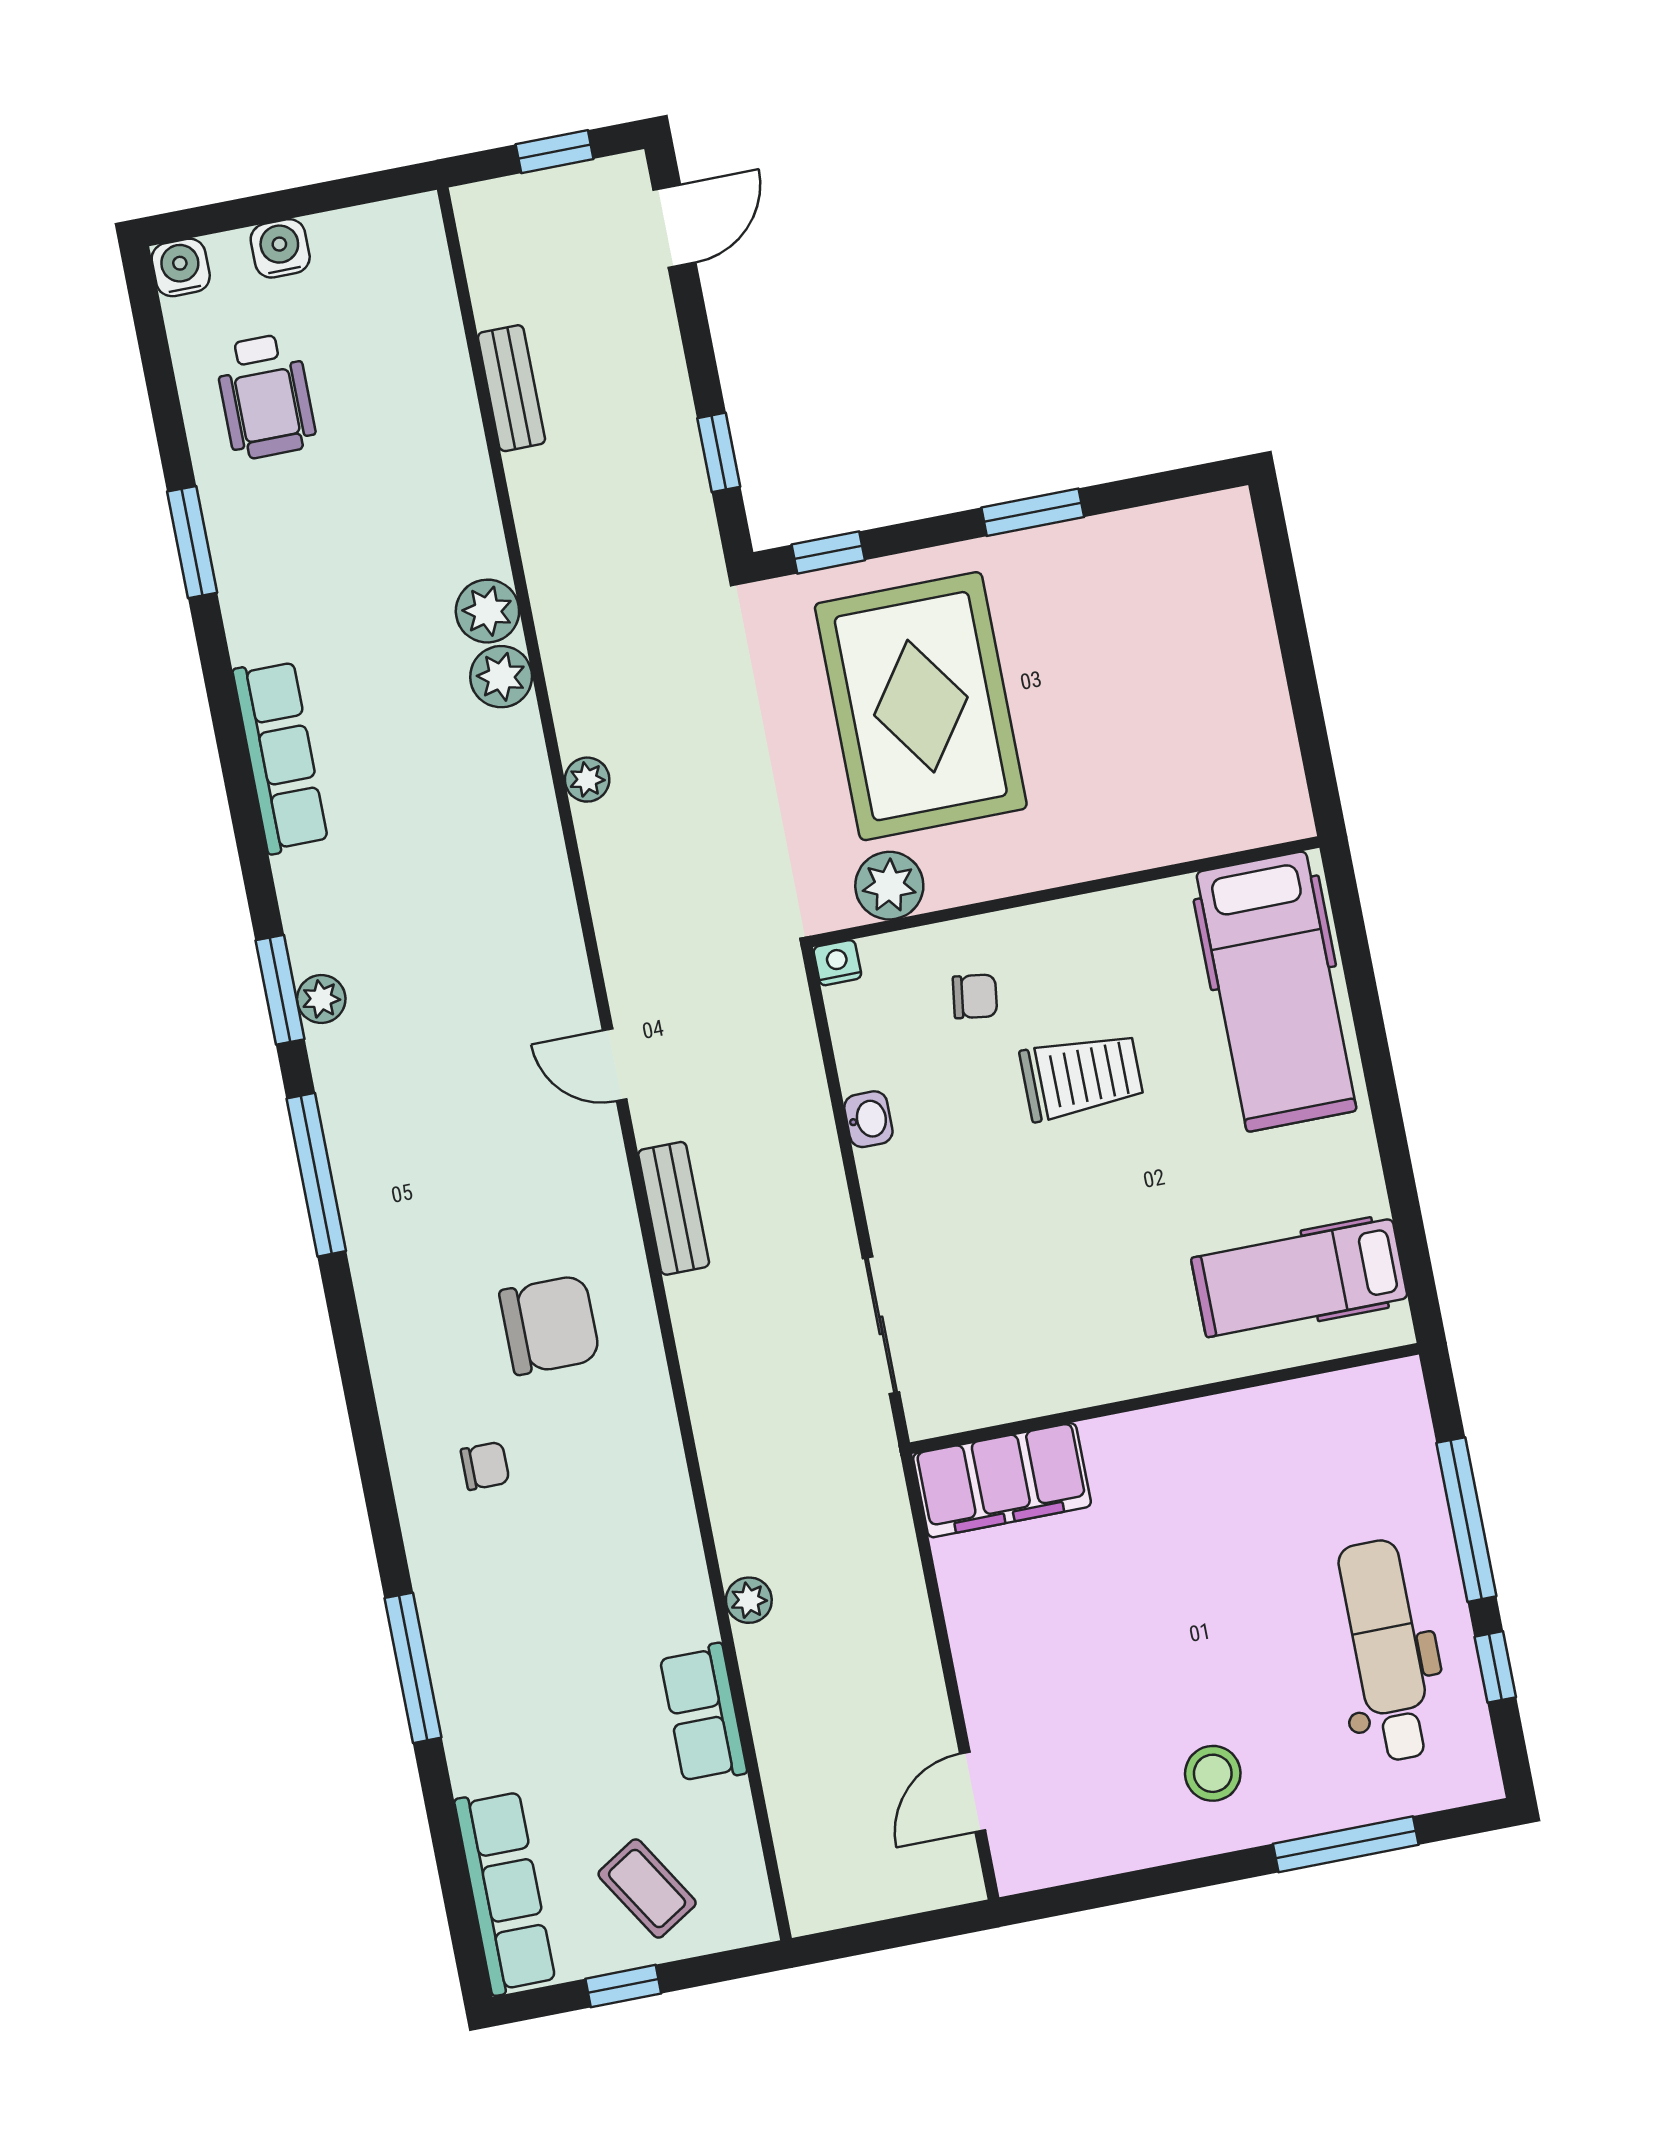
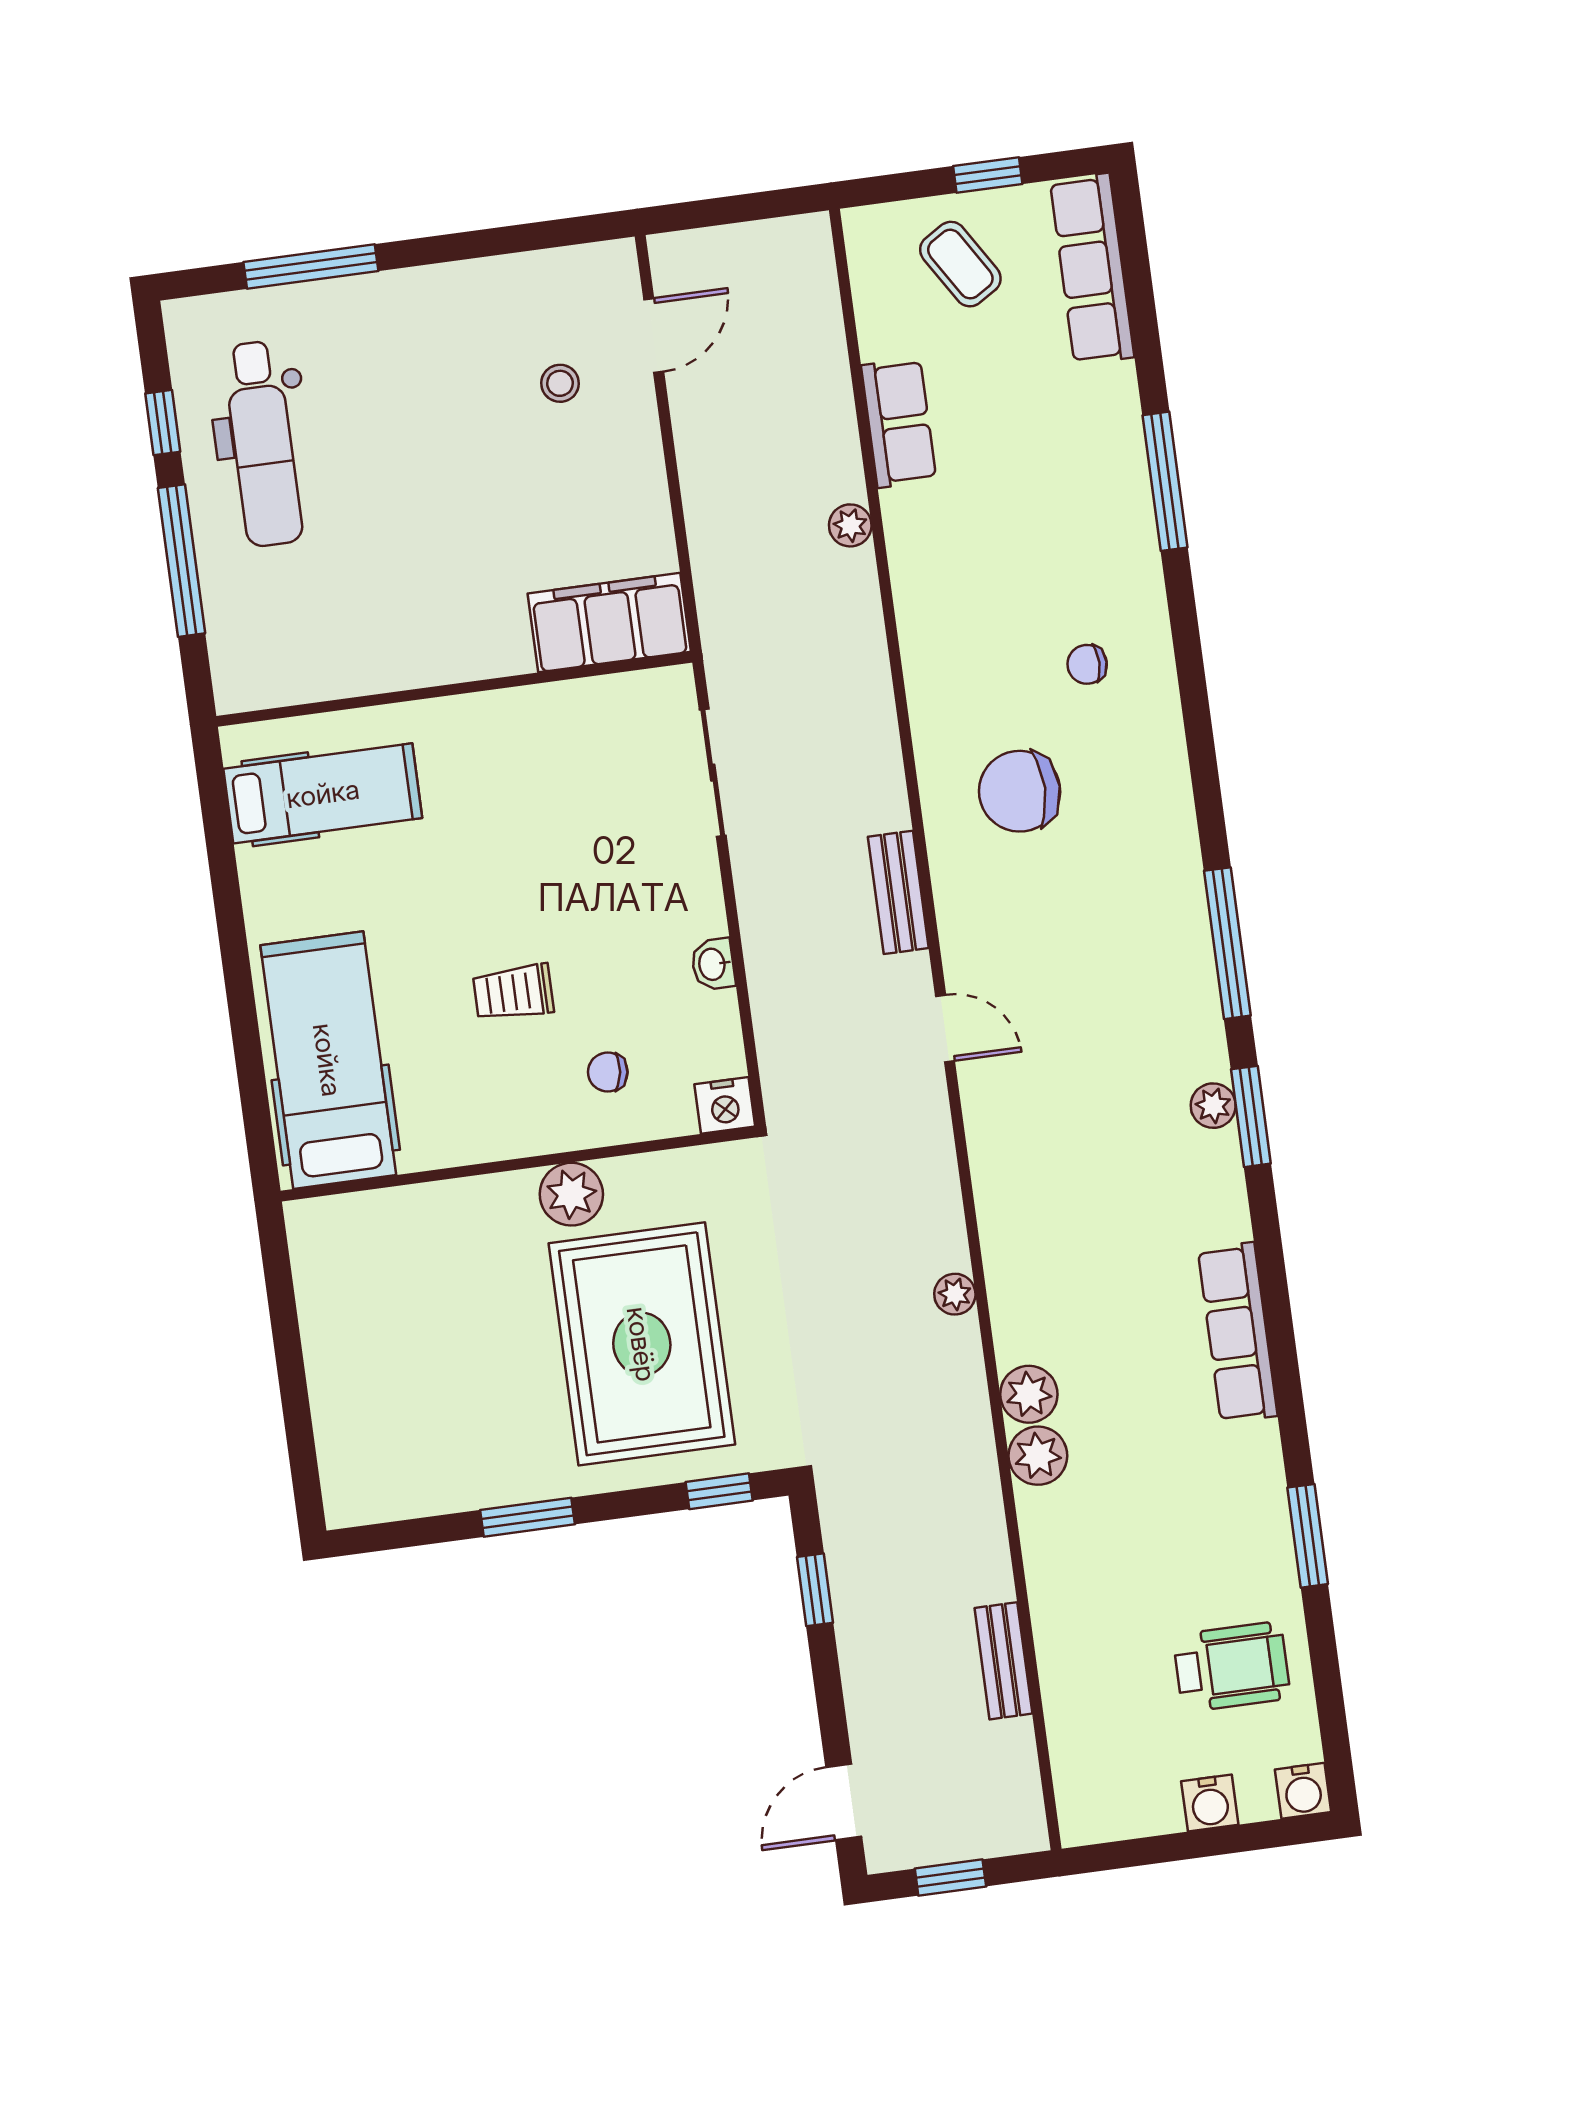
wheelchair: (265, 396) -> (1232, 1667), turned 90
plant: (889, 886) -> (571, 1194), moved
nightstand: (837, 963) -> (725, 1105), width x1.39, depth x1.35
trolley: (1082, 1076) -> (513, 992), width x0.73, depth x0.72
stool: (1213, 1773) -> (560, 383), moved, width x0.73, depth x0.73

